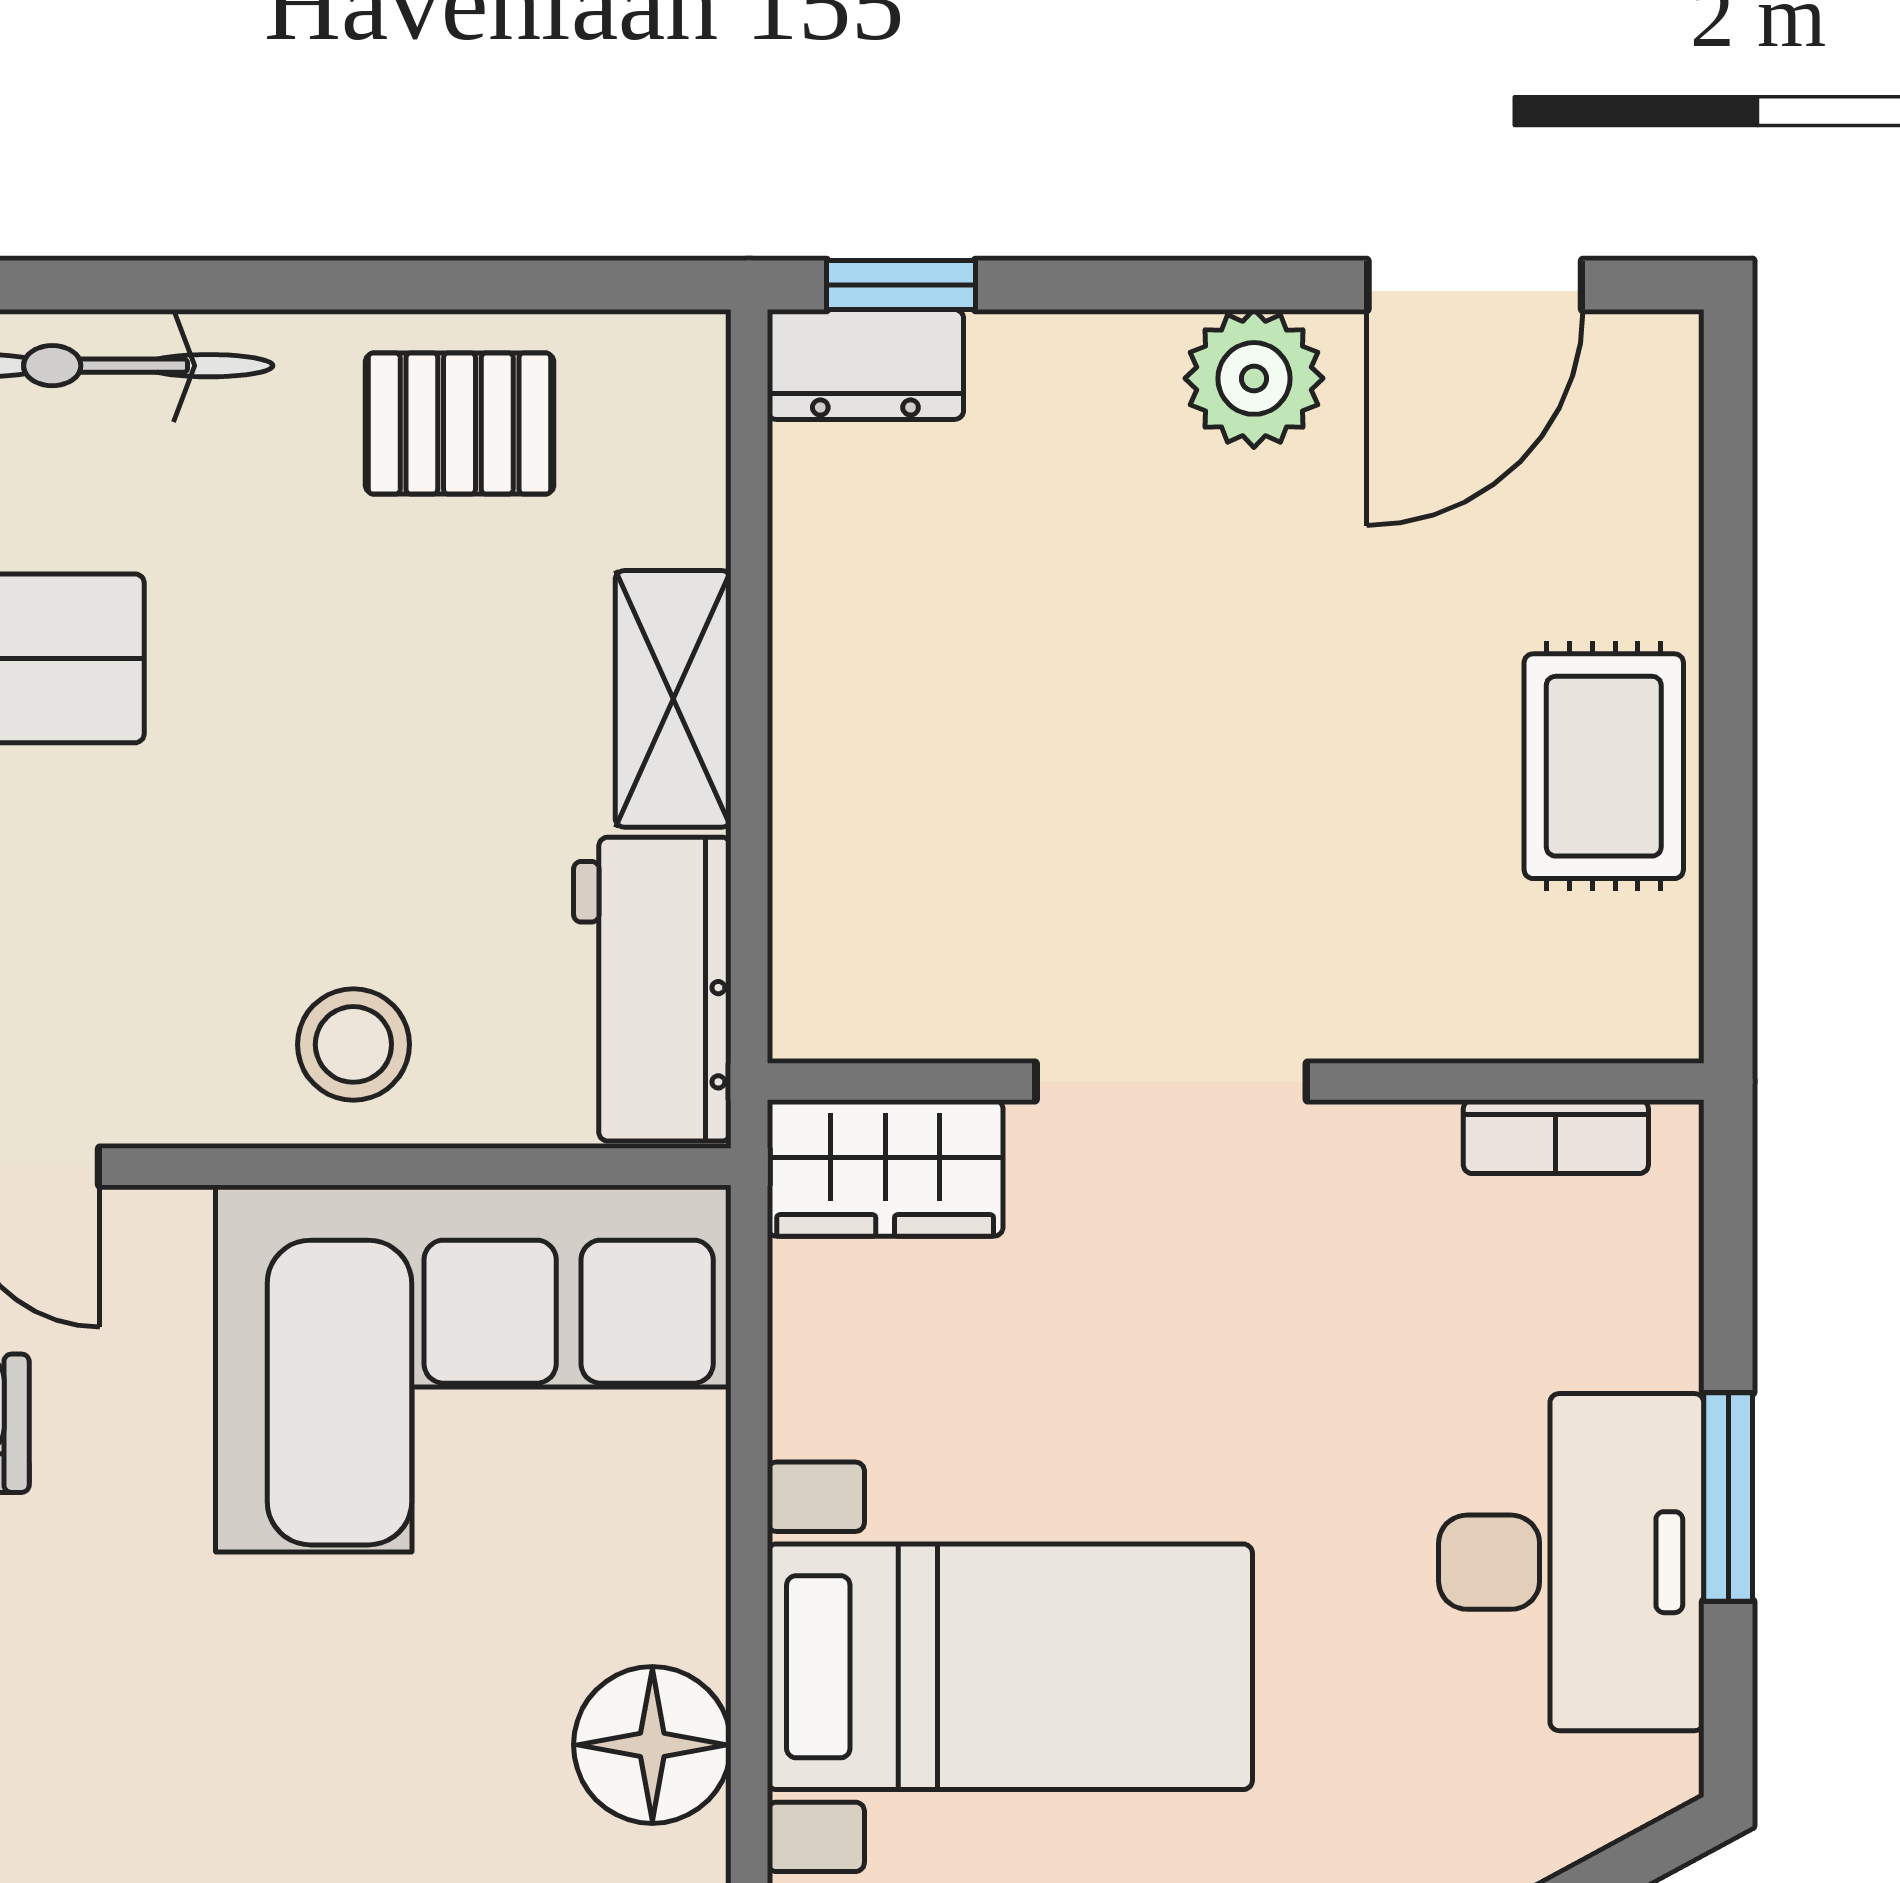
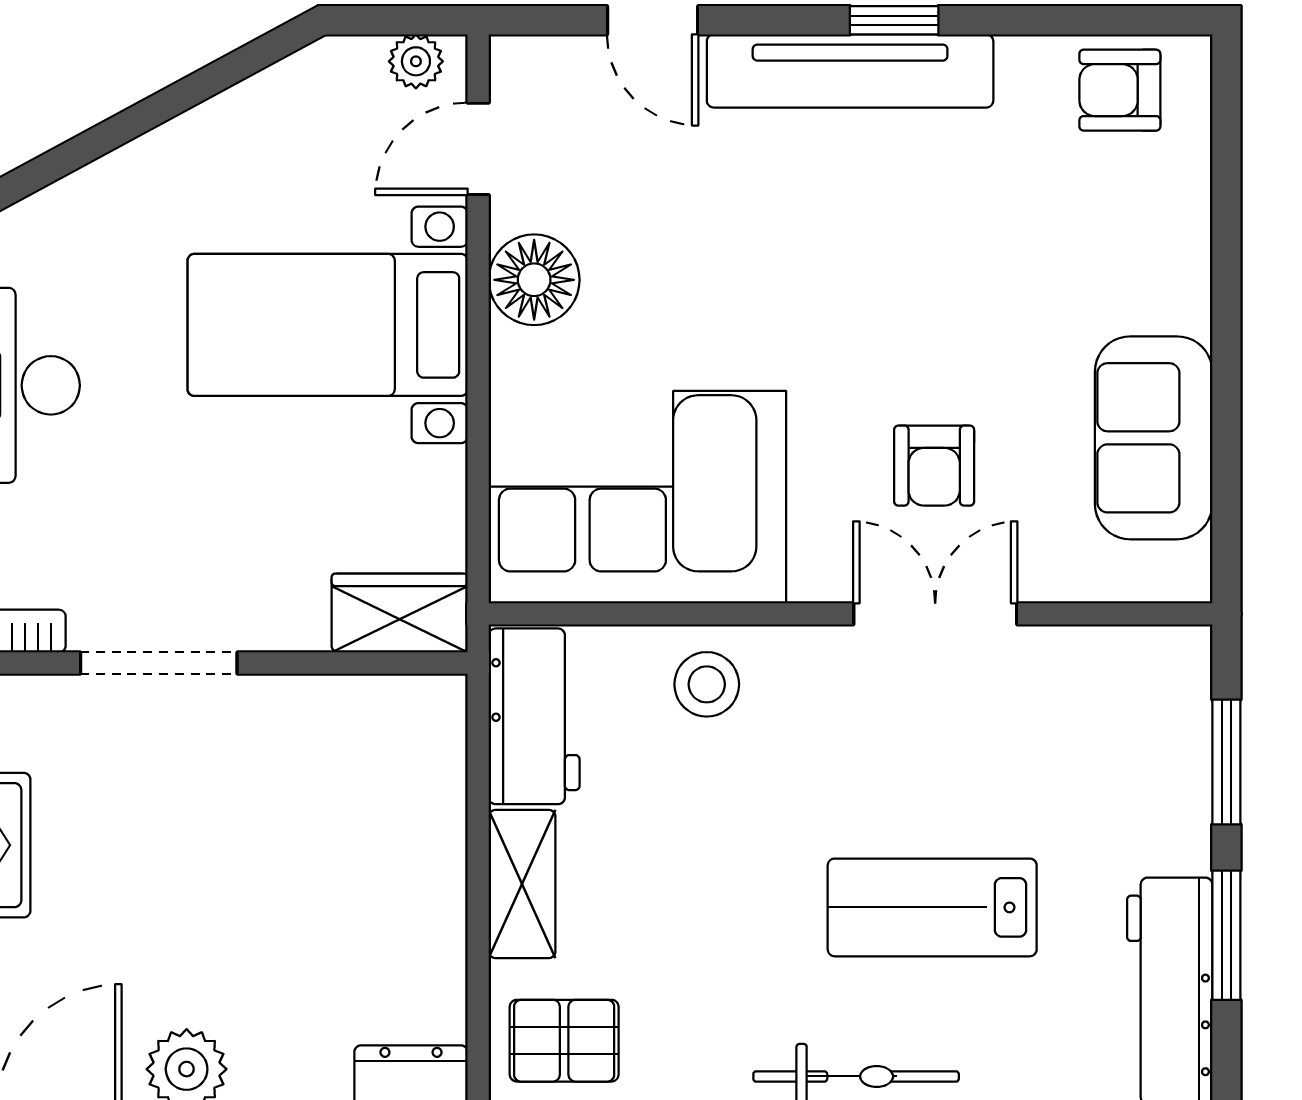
pallet: (460, 424) -> (564, 1041), moved
doorway: (1171, 1082) -> (159, 663), moved

